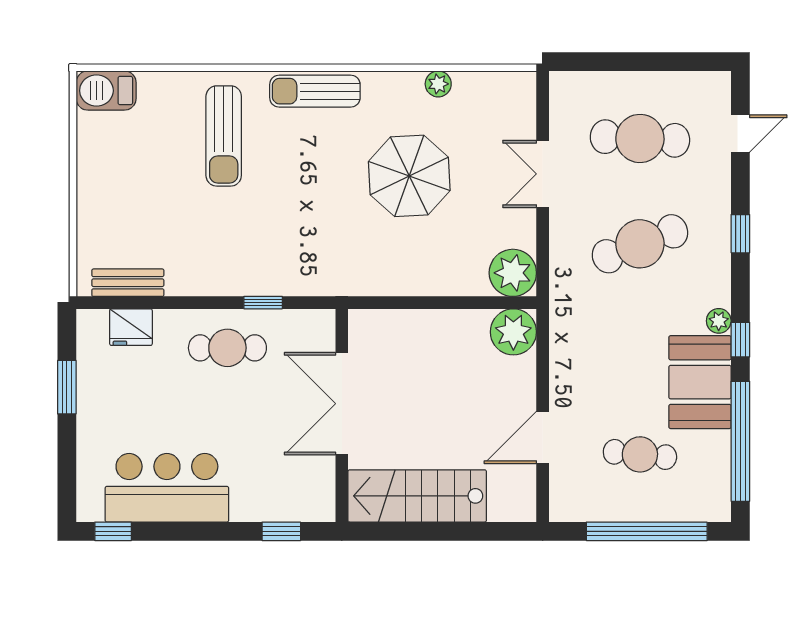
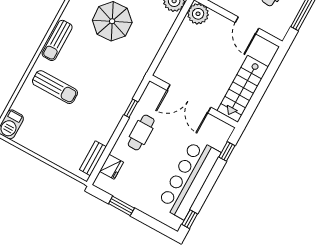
bar counter: (167, 488) -> (189, 179), width x1.36

